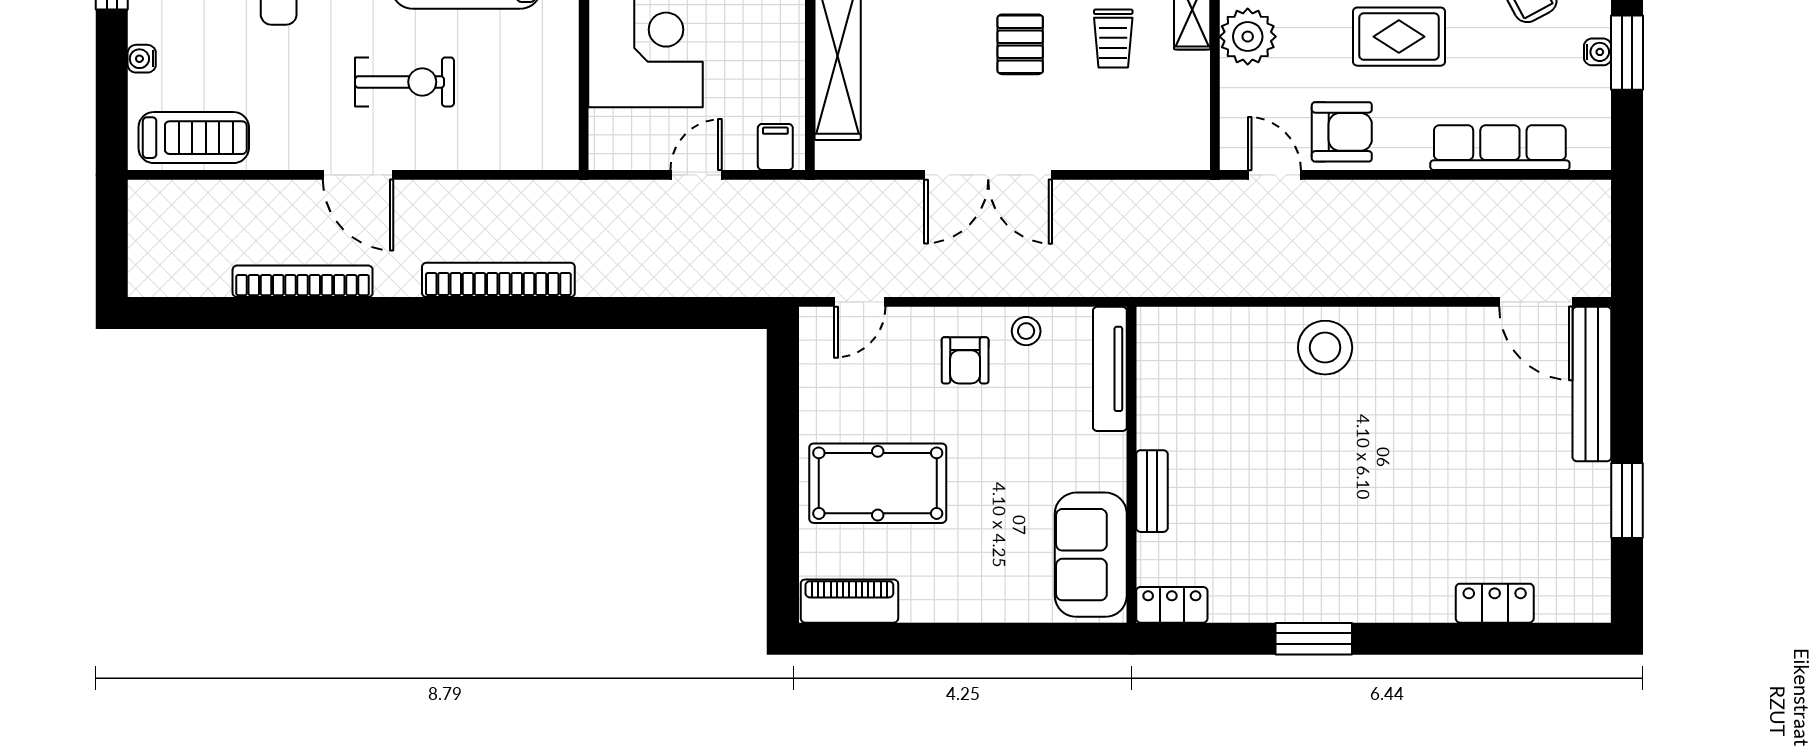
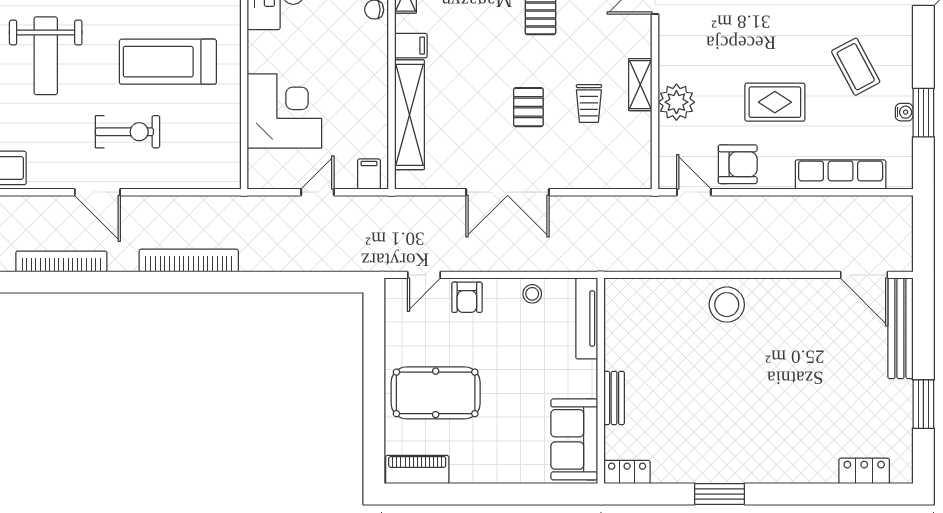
armchair: (965, 360) -> (467, 297), moved
locker: (1495, 603) -> (864, 471), moved

